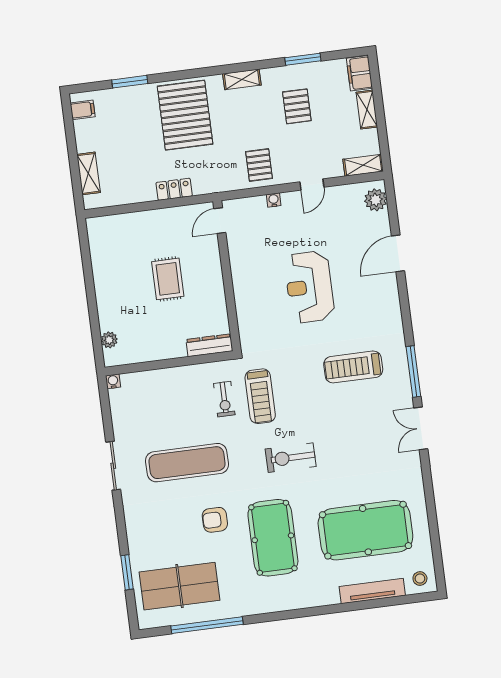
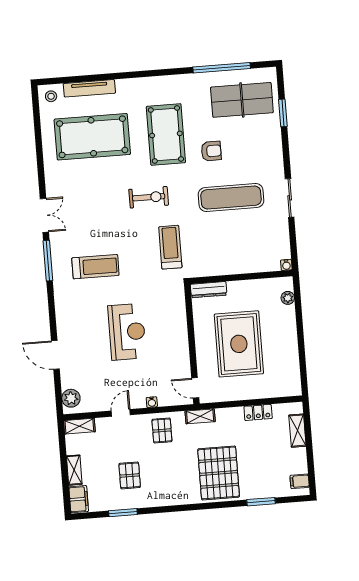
shelving: (242, 79) -> (200, 416), moved
locker: (174, 189) -> (258, 412), moved
door: (220, 221) -> (195, 388), swing flipped
door: (398, 253) -> (55, 355), swing flipped
rug: (168, 279) -> (239, 344), width x1.86, depth x2.06
exercise bike: (224, 399) -> (199, 246), removed

